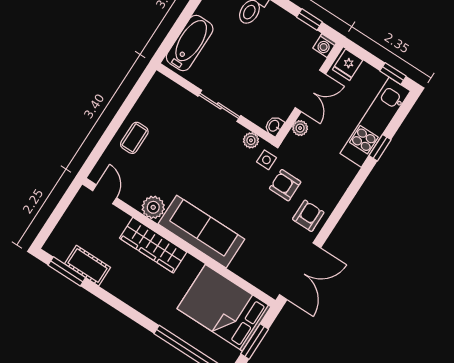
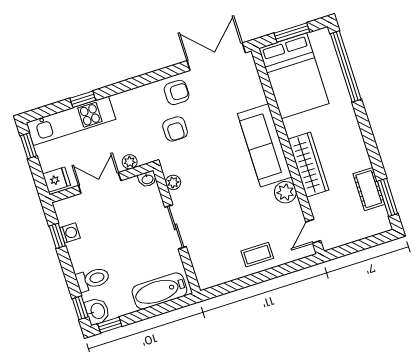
washing machine: (325, 46) -> (70, 233), moved
side table: (266, 160) -> (174, 159), removed
armchair: (308, 216) -> (177, 92), turned 180

